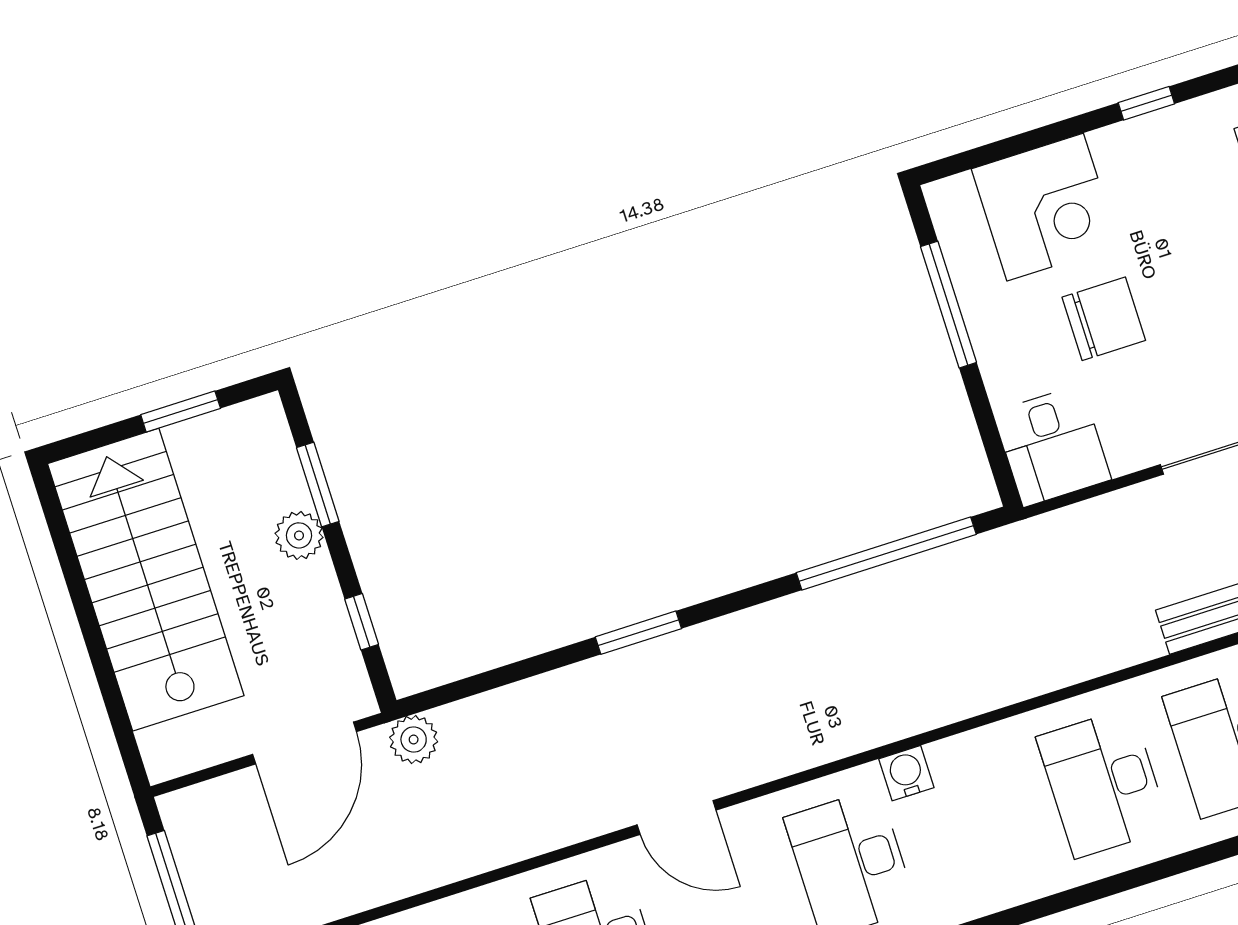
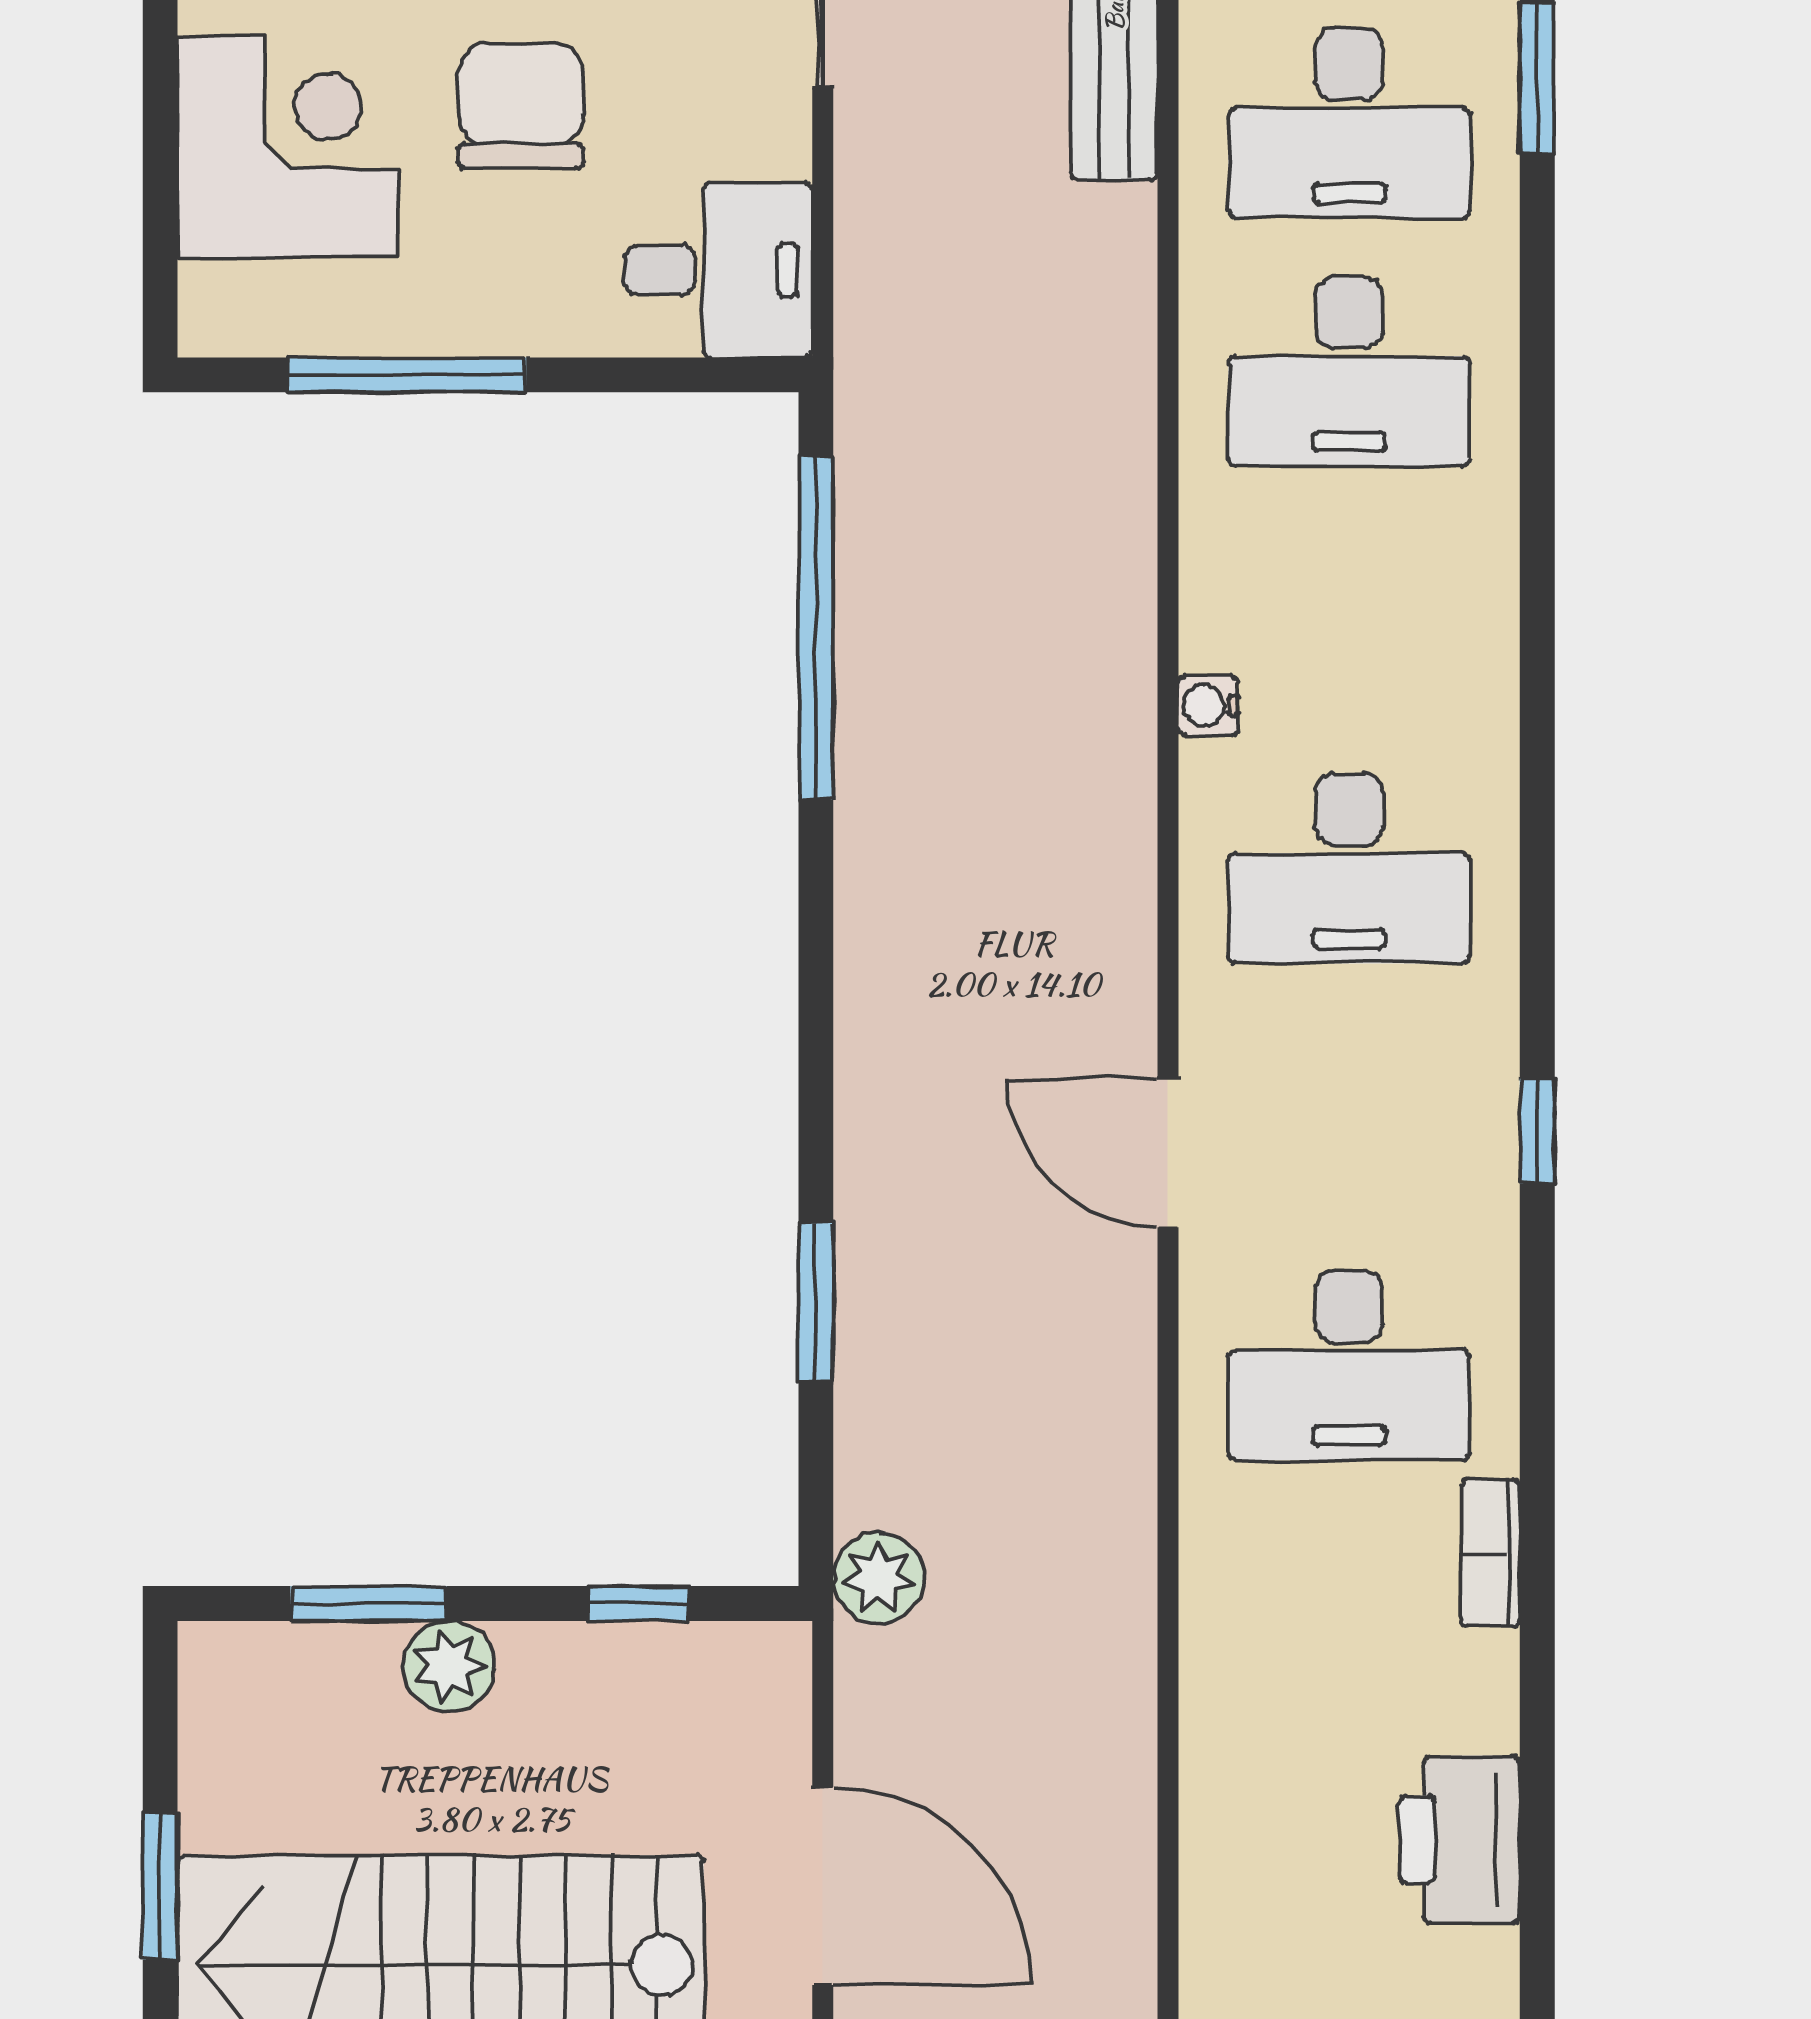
window: (181, 412) -> (160, 1887), moved
window: (638, 633) -> (816, 1302), moved
door: (305, 743) -> (823, 1886), moved
water cooler: (906, 773) -> (1208, 706), width x0.72, depth x0.72
door: (677, 818) -> (1168, 1153), swing flipped

